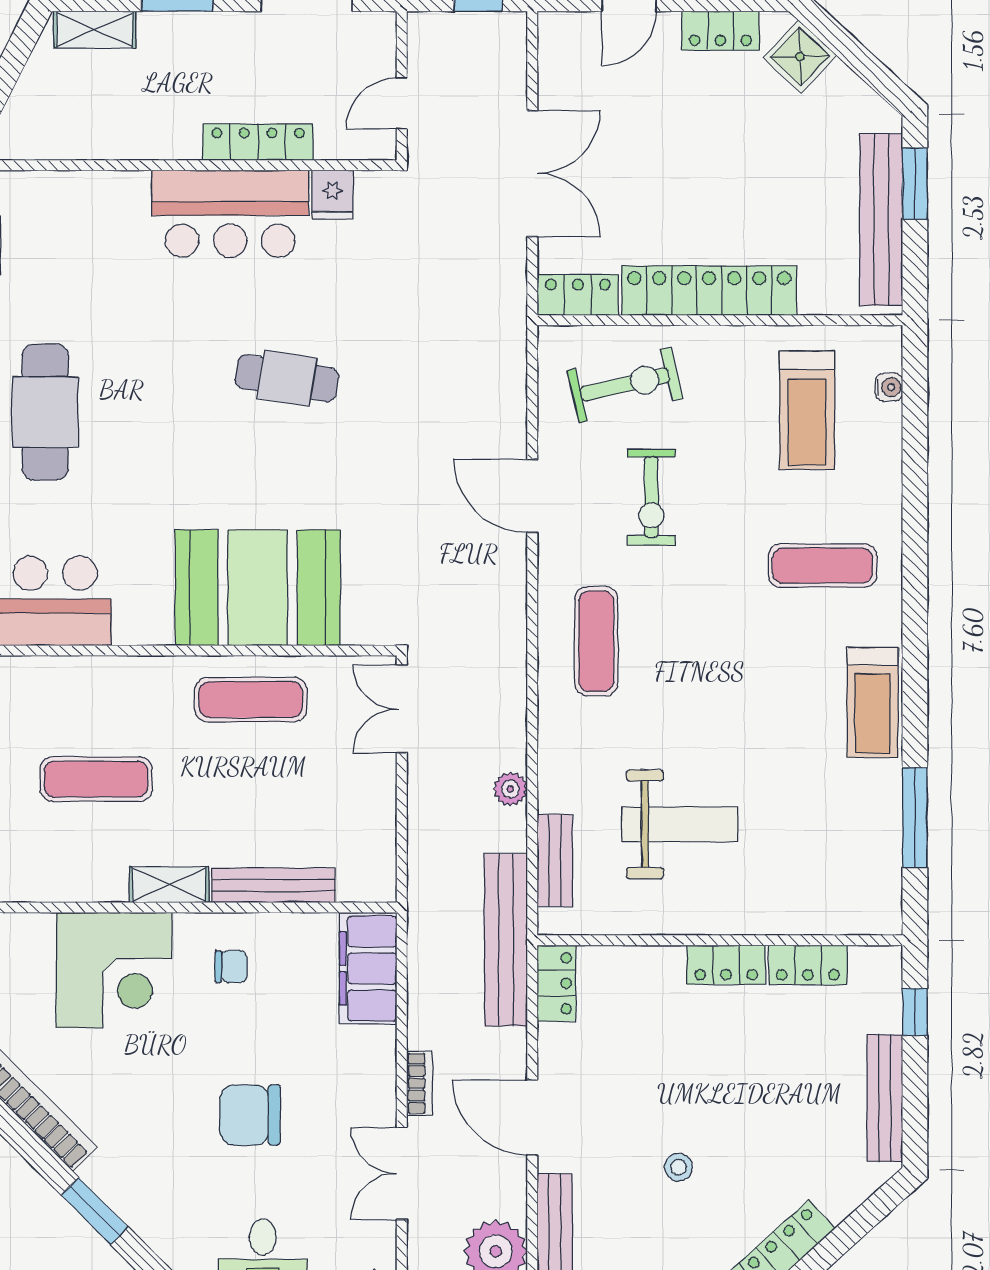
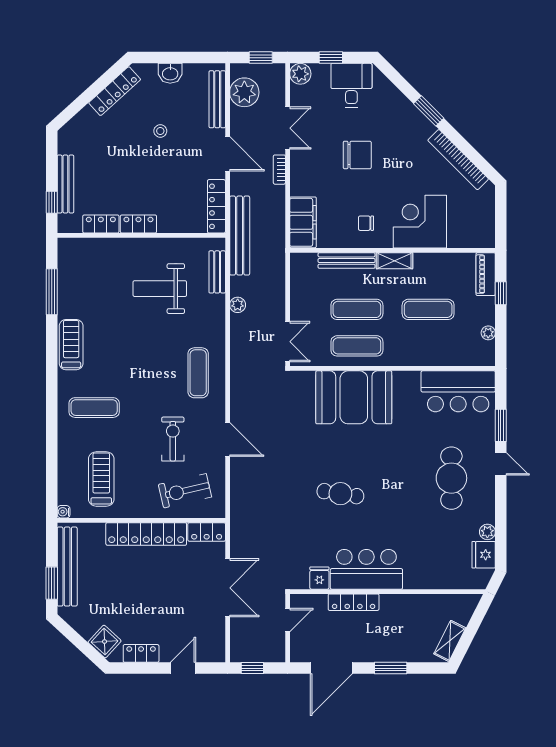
shelving: (95, 30) -> (450, 641), moved, turned -63
double door: (532, 173) -> (228, 588), swing flipped
water cooler: (889, 387) -> (64, 512), moved
exercise mat: (251, 779) -> (357, 309), added
locker: (557, 983) -> (216, 206), width x1.53
bench: (885, 1098) -> (65, 184), moved

